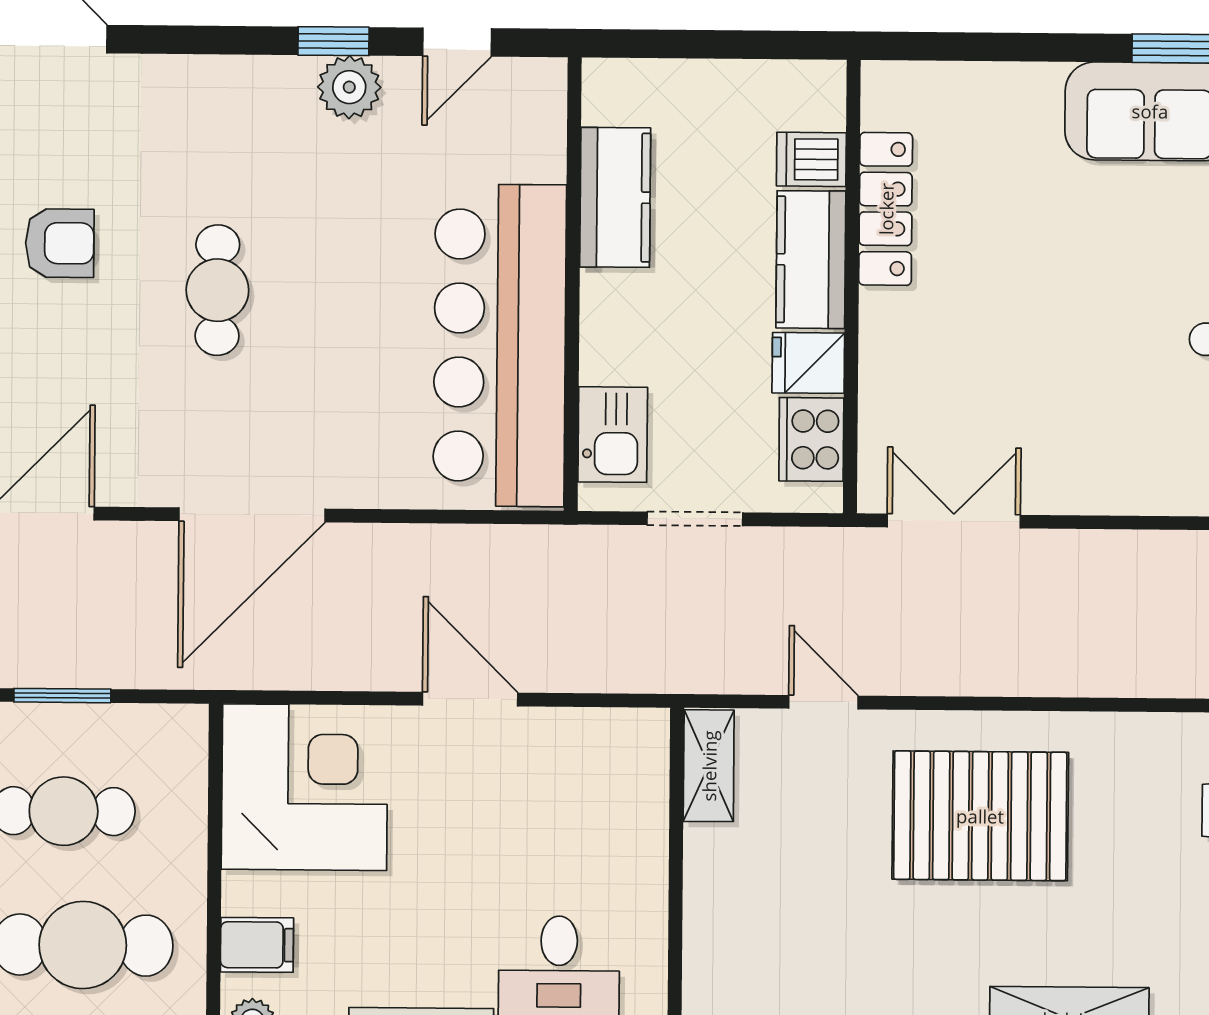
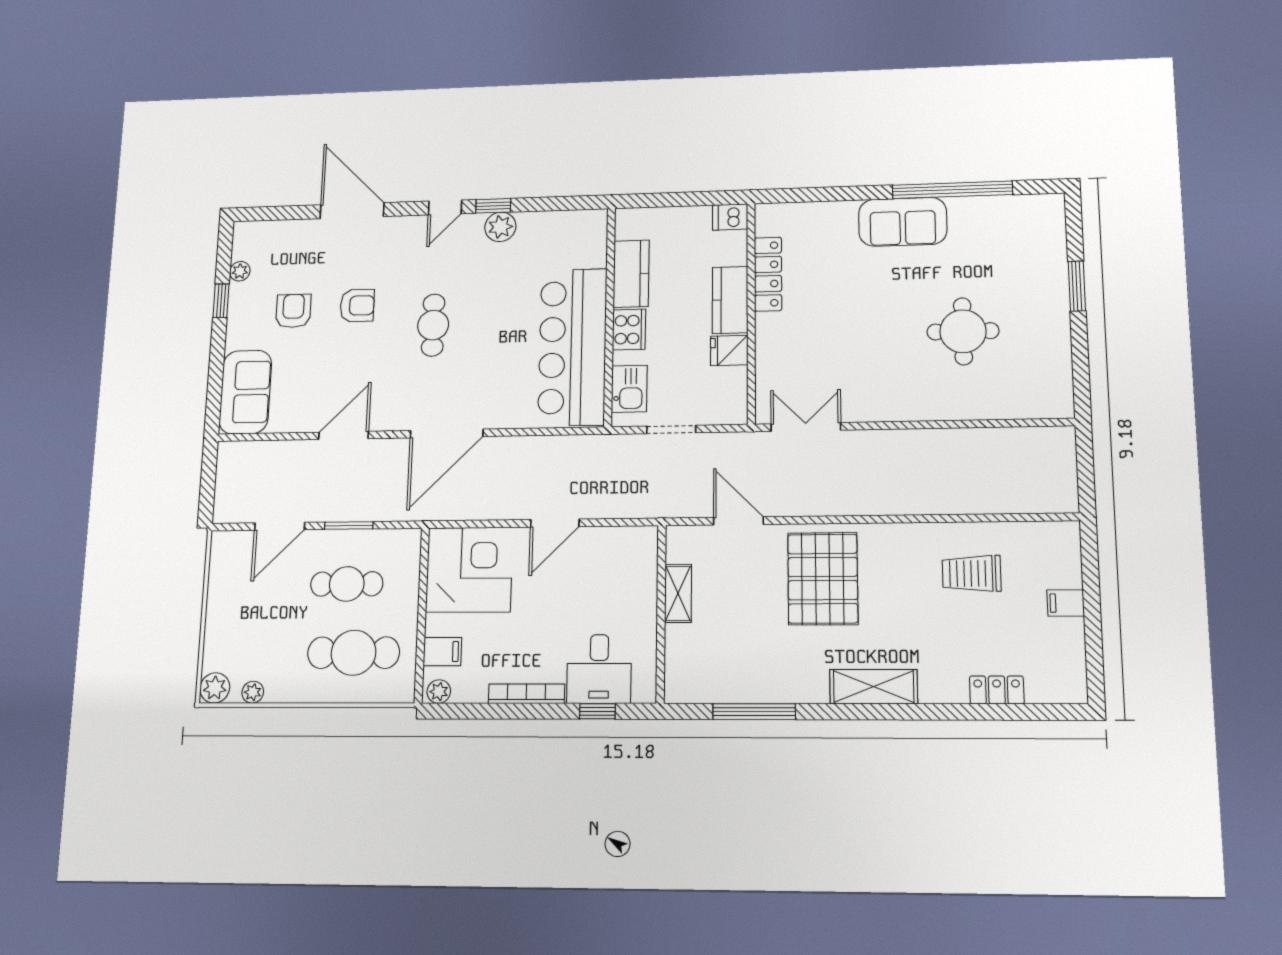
door: (457, 42) -> (445, 207), moved
dishwasher: (811, 159) -> (730, 217), moved
cooker: (811, 439) -> (629, 330), moved, turned 180
door: (470, 699) -> (555, 523), swing flipped
door: (823, 702) -> (738, 521), width x1.38
shelving: (709, 766) -> (678, 593), moved
pallet: (980, 816) -> (823, 579), turned 90

